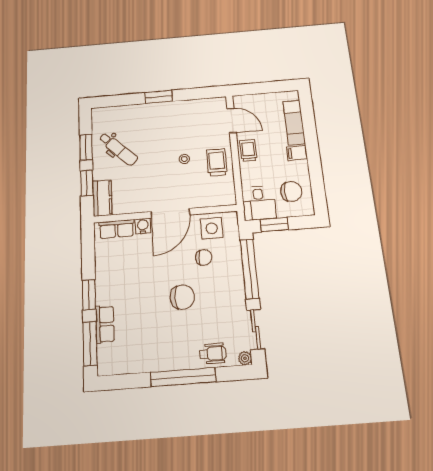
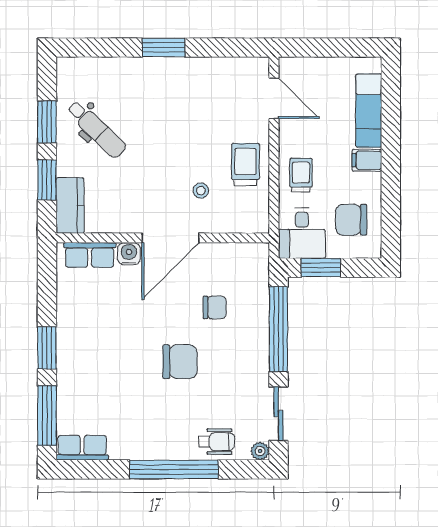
trolley: (248, 151) -> (301, 175), moved
stool: (184, 159) -> (201, 191), moved
chair: (291, 192) -> (351, 220), turned 180
side table: (212, 228) -> (230, 265), removed
row of seats: (105, 324) -> (82, 448), moved, turned -90

